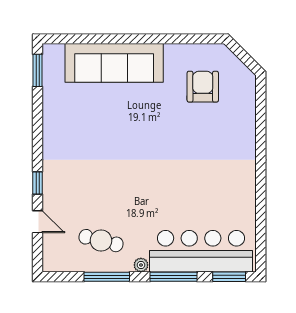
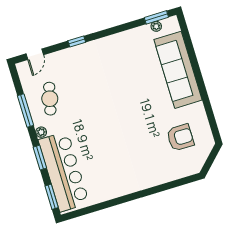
plant: (49, 74) -> (156, 26), added
door: (38, 222) -> (35, 54), moved
window: (174, 277) -> (40, 158), width x0.69

